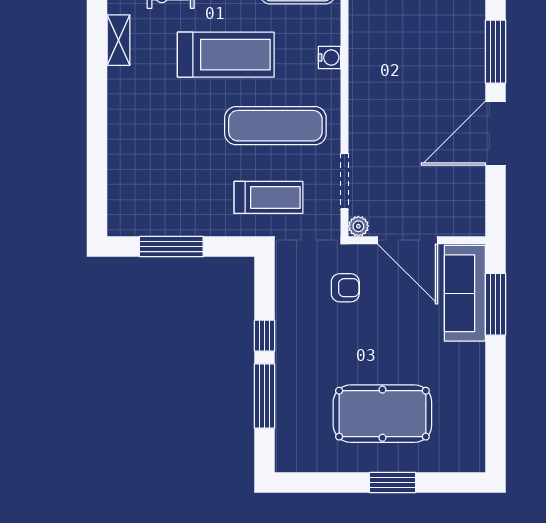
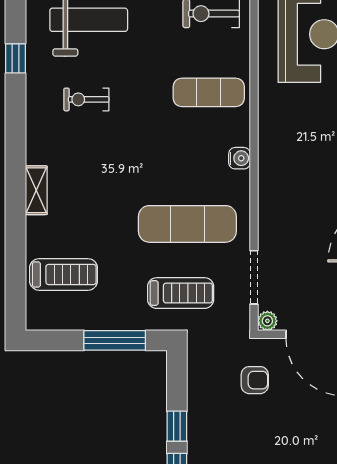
shelving: (119, 40) -> (36, 190), moved
treadmill: (226, 55) -> (64, 274), moved, width x0.73, depth x0.73
window: (171, 247) -> (115, 340), moved

